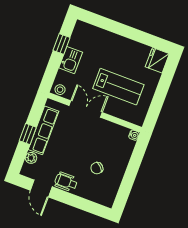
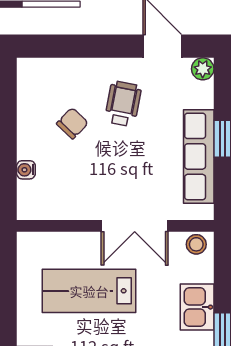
water cooler: (134, 135) -> (26, 170), moved
plant: (31, 158) -> (203, 69), moved
wheelchair: (66, 182) -> (123, 104), moved, turned -79

